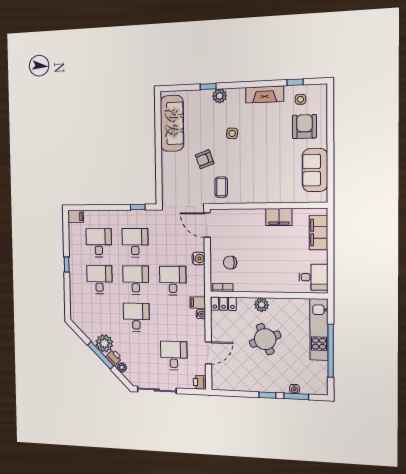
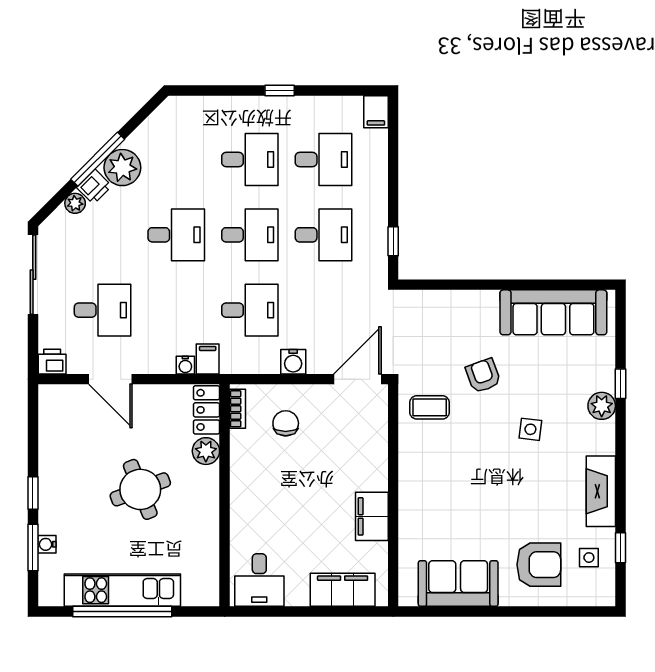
plant: (262, 305) -> (206, 451), moved
kitchen unit: (319, 329) -> (122, 590), moved

